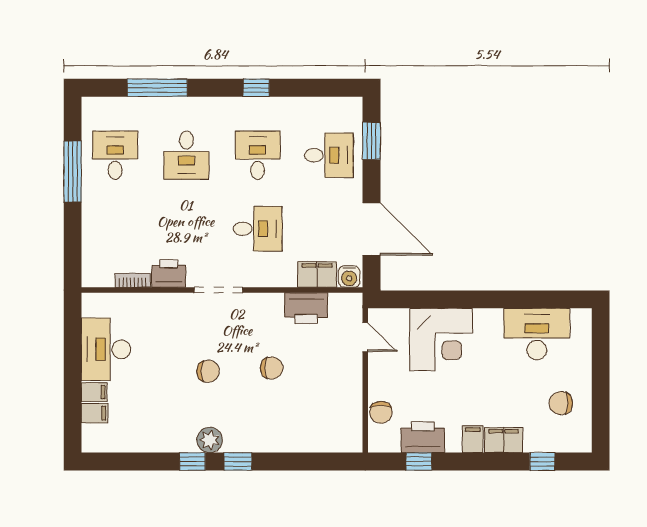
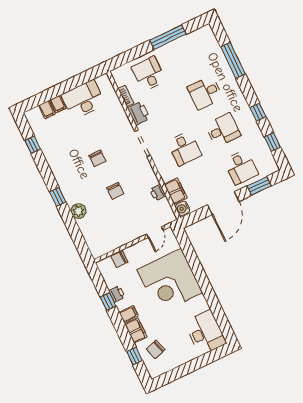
window: (313, 88) -> (272, 142), added
desk: (115, 155) -> (149, 74), moved, turned -90
door: (371, 229) -> (223, 203), moved
printer: (306, 308) -> (158, 193), width x0.53, depth x0.68
desk: (537, 334) -> (205, 333), moved
corner desk: (441, 340) -> (170, 281), width x1.36, depth x1.36
chair: (561, 403) -> (156, 349), moved, turned -107
printer: (423, 437) -> (117, 294), width x0.53, depth x0.68
plant: (210, 440) -> (78, 211), moved
window: (192, 462) -> (33, 145), moved
window: (419, 462) -> (108, 301), moved

